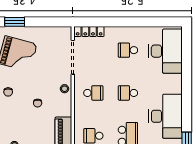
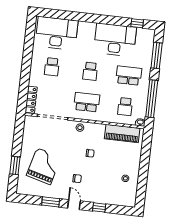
school desk: (93, 93) -> (87, 102), width x1.85

